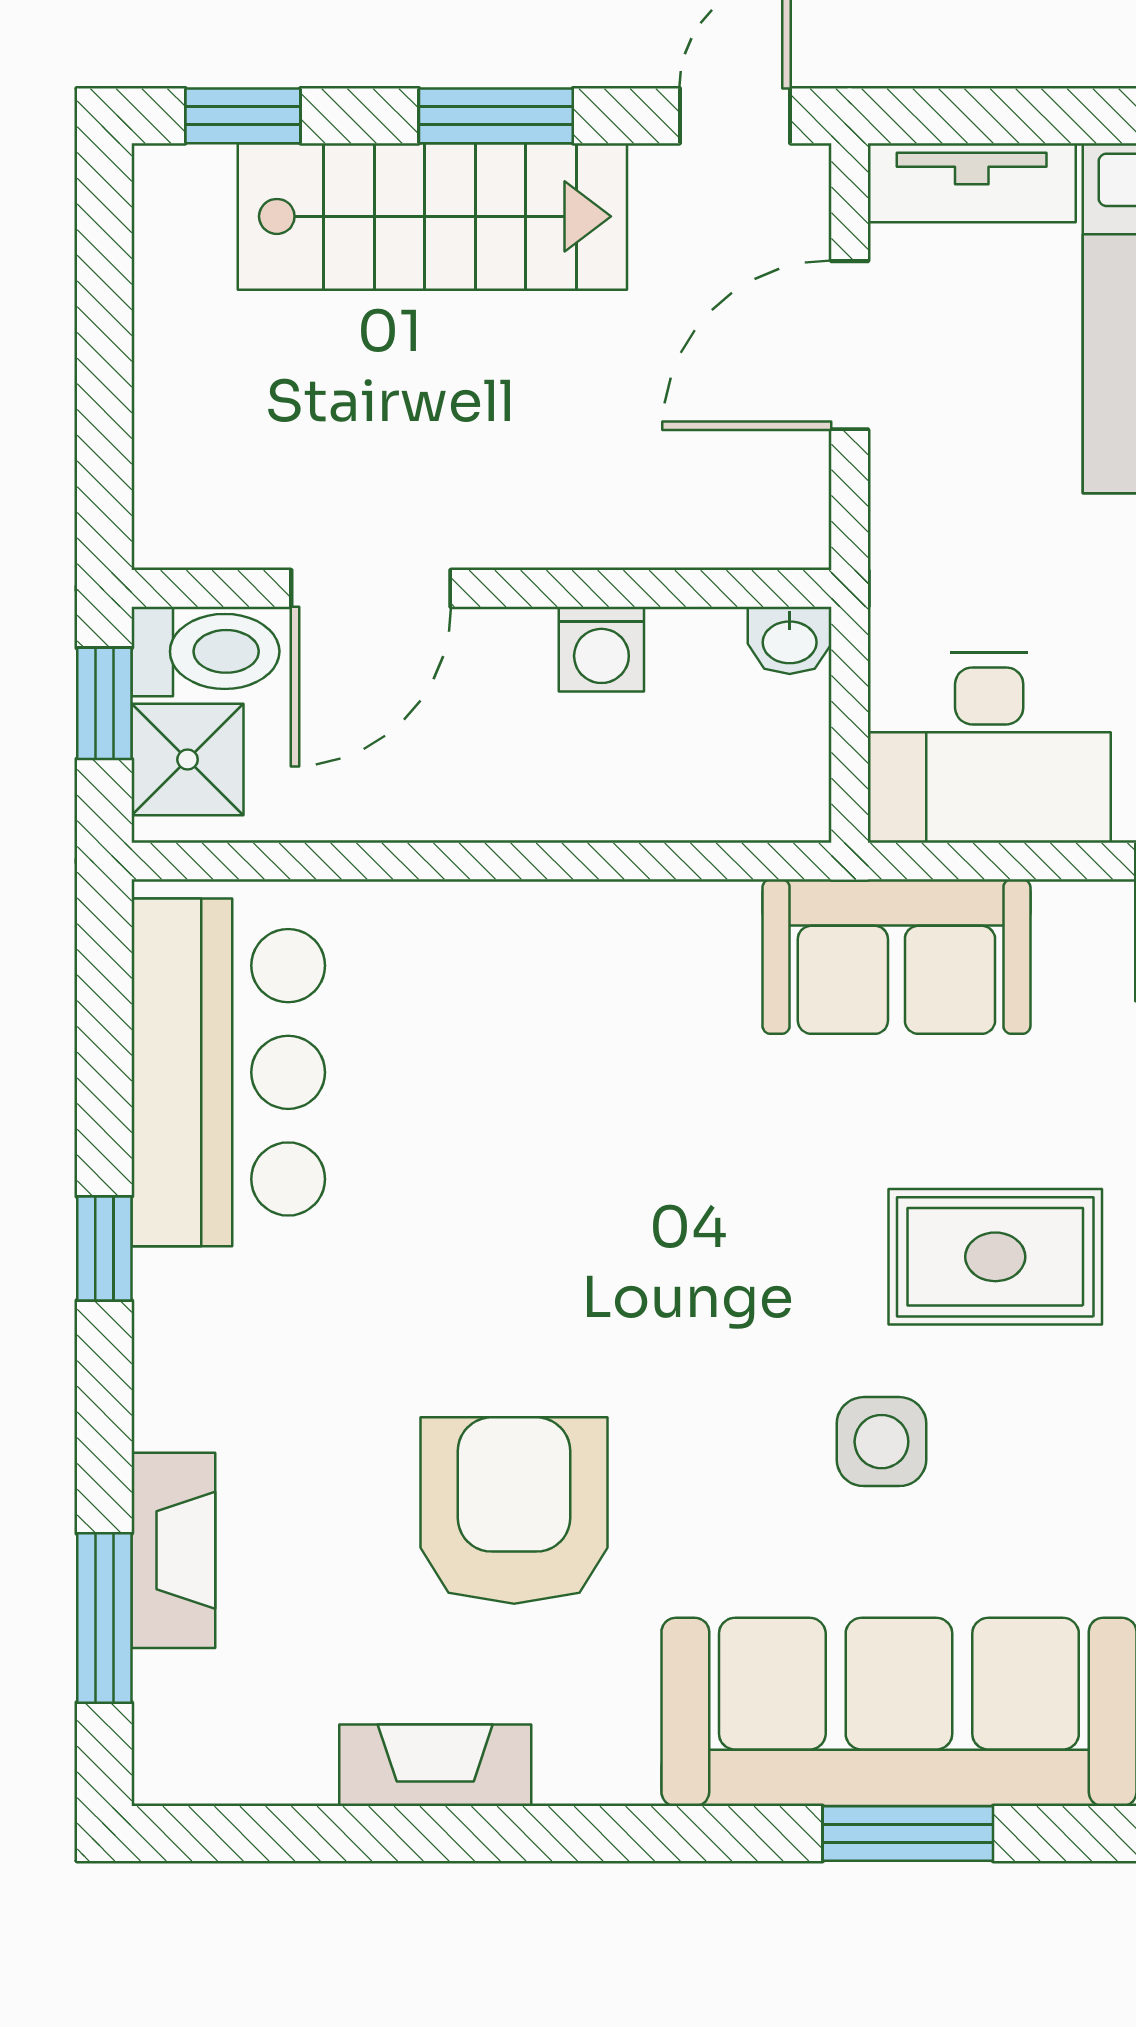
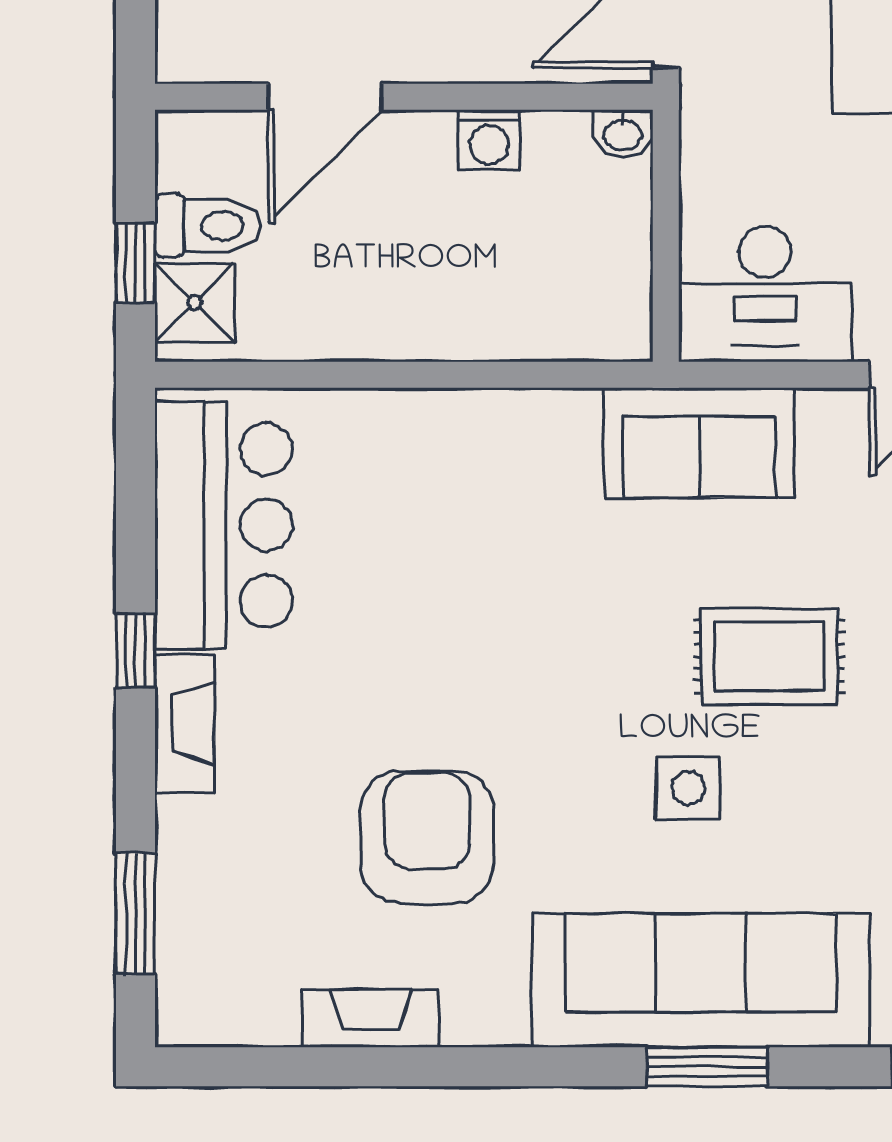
door: (371, 588) -> (325, 97), moved
wall: (482, 588) -> (404, 97), moved
washbasin: (790, 640) -> (623, 134), moved
washing machine: (601, 649) -> (489, 140), moved
fireplace: (173, 1550) -> (185, 724), moved

